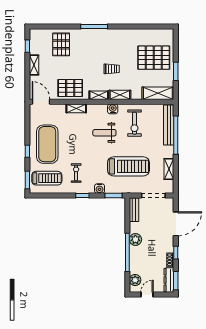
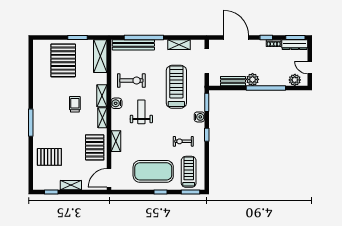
weight bench: (104, 133) -> (141, 112), turned 180
bench: (134, 210) -> (233, 81), moved

